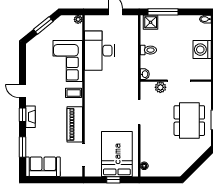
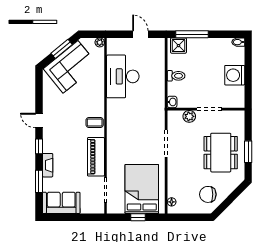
corner sofa: (68, 61) -> (71, 67), moved, turned -129
fireplace: (30, 117) -> (48, 165), moved
chair: (177, 159) -> (208, 194), added

